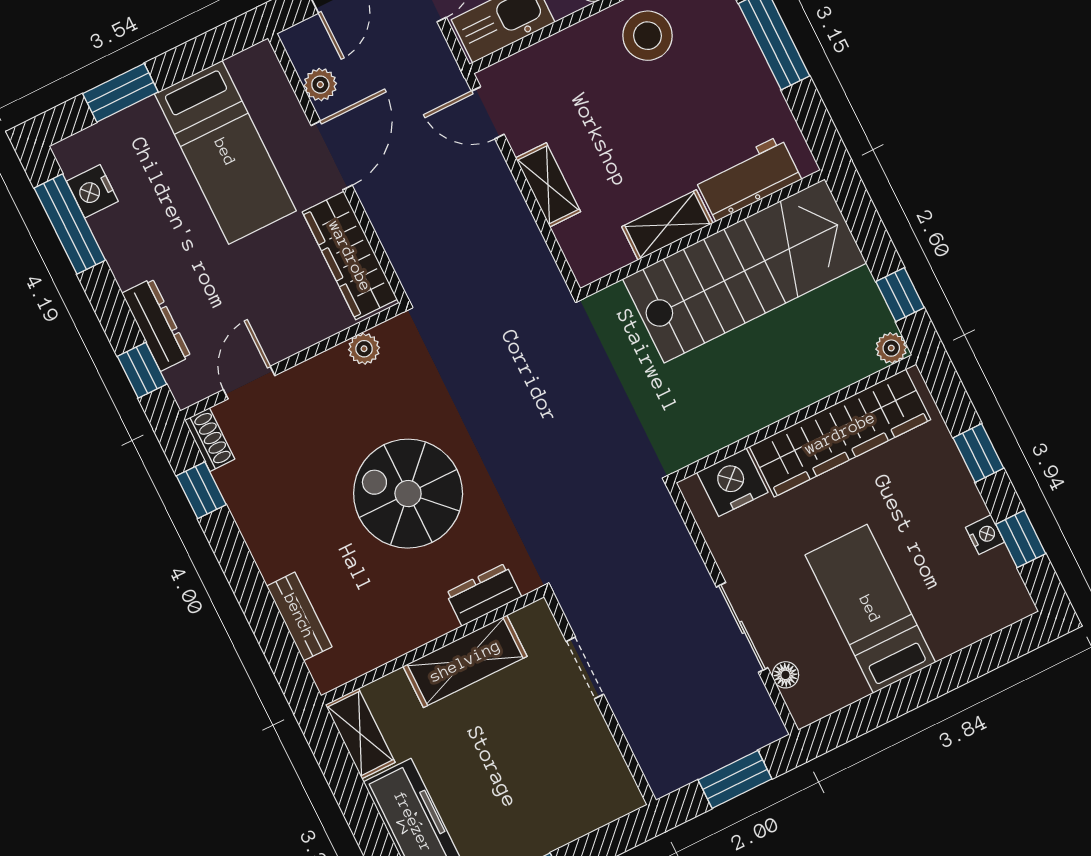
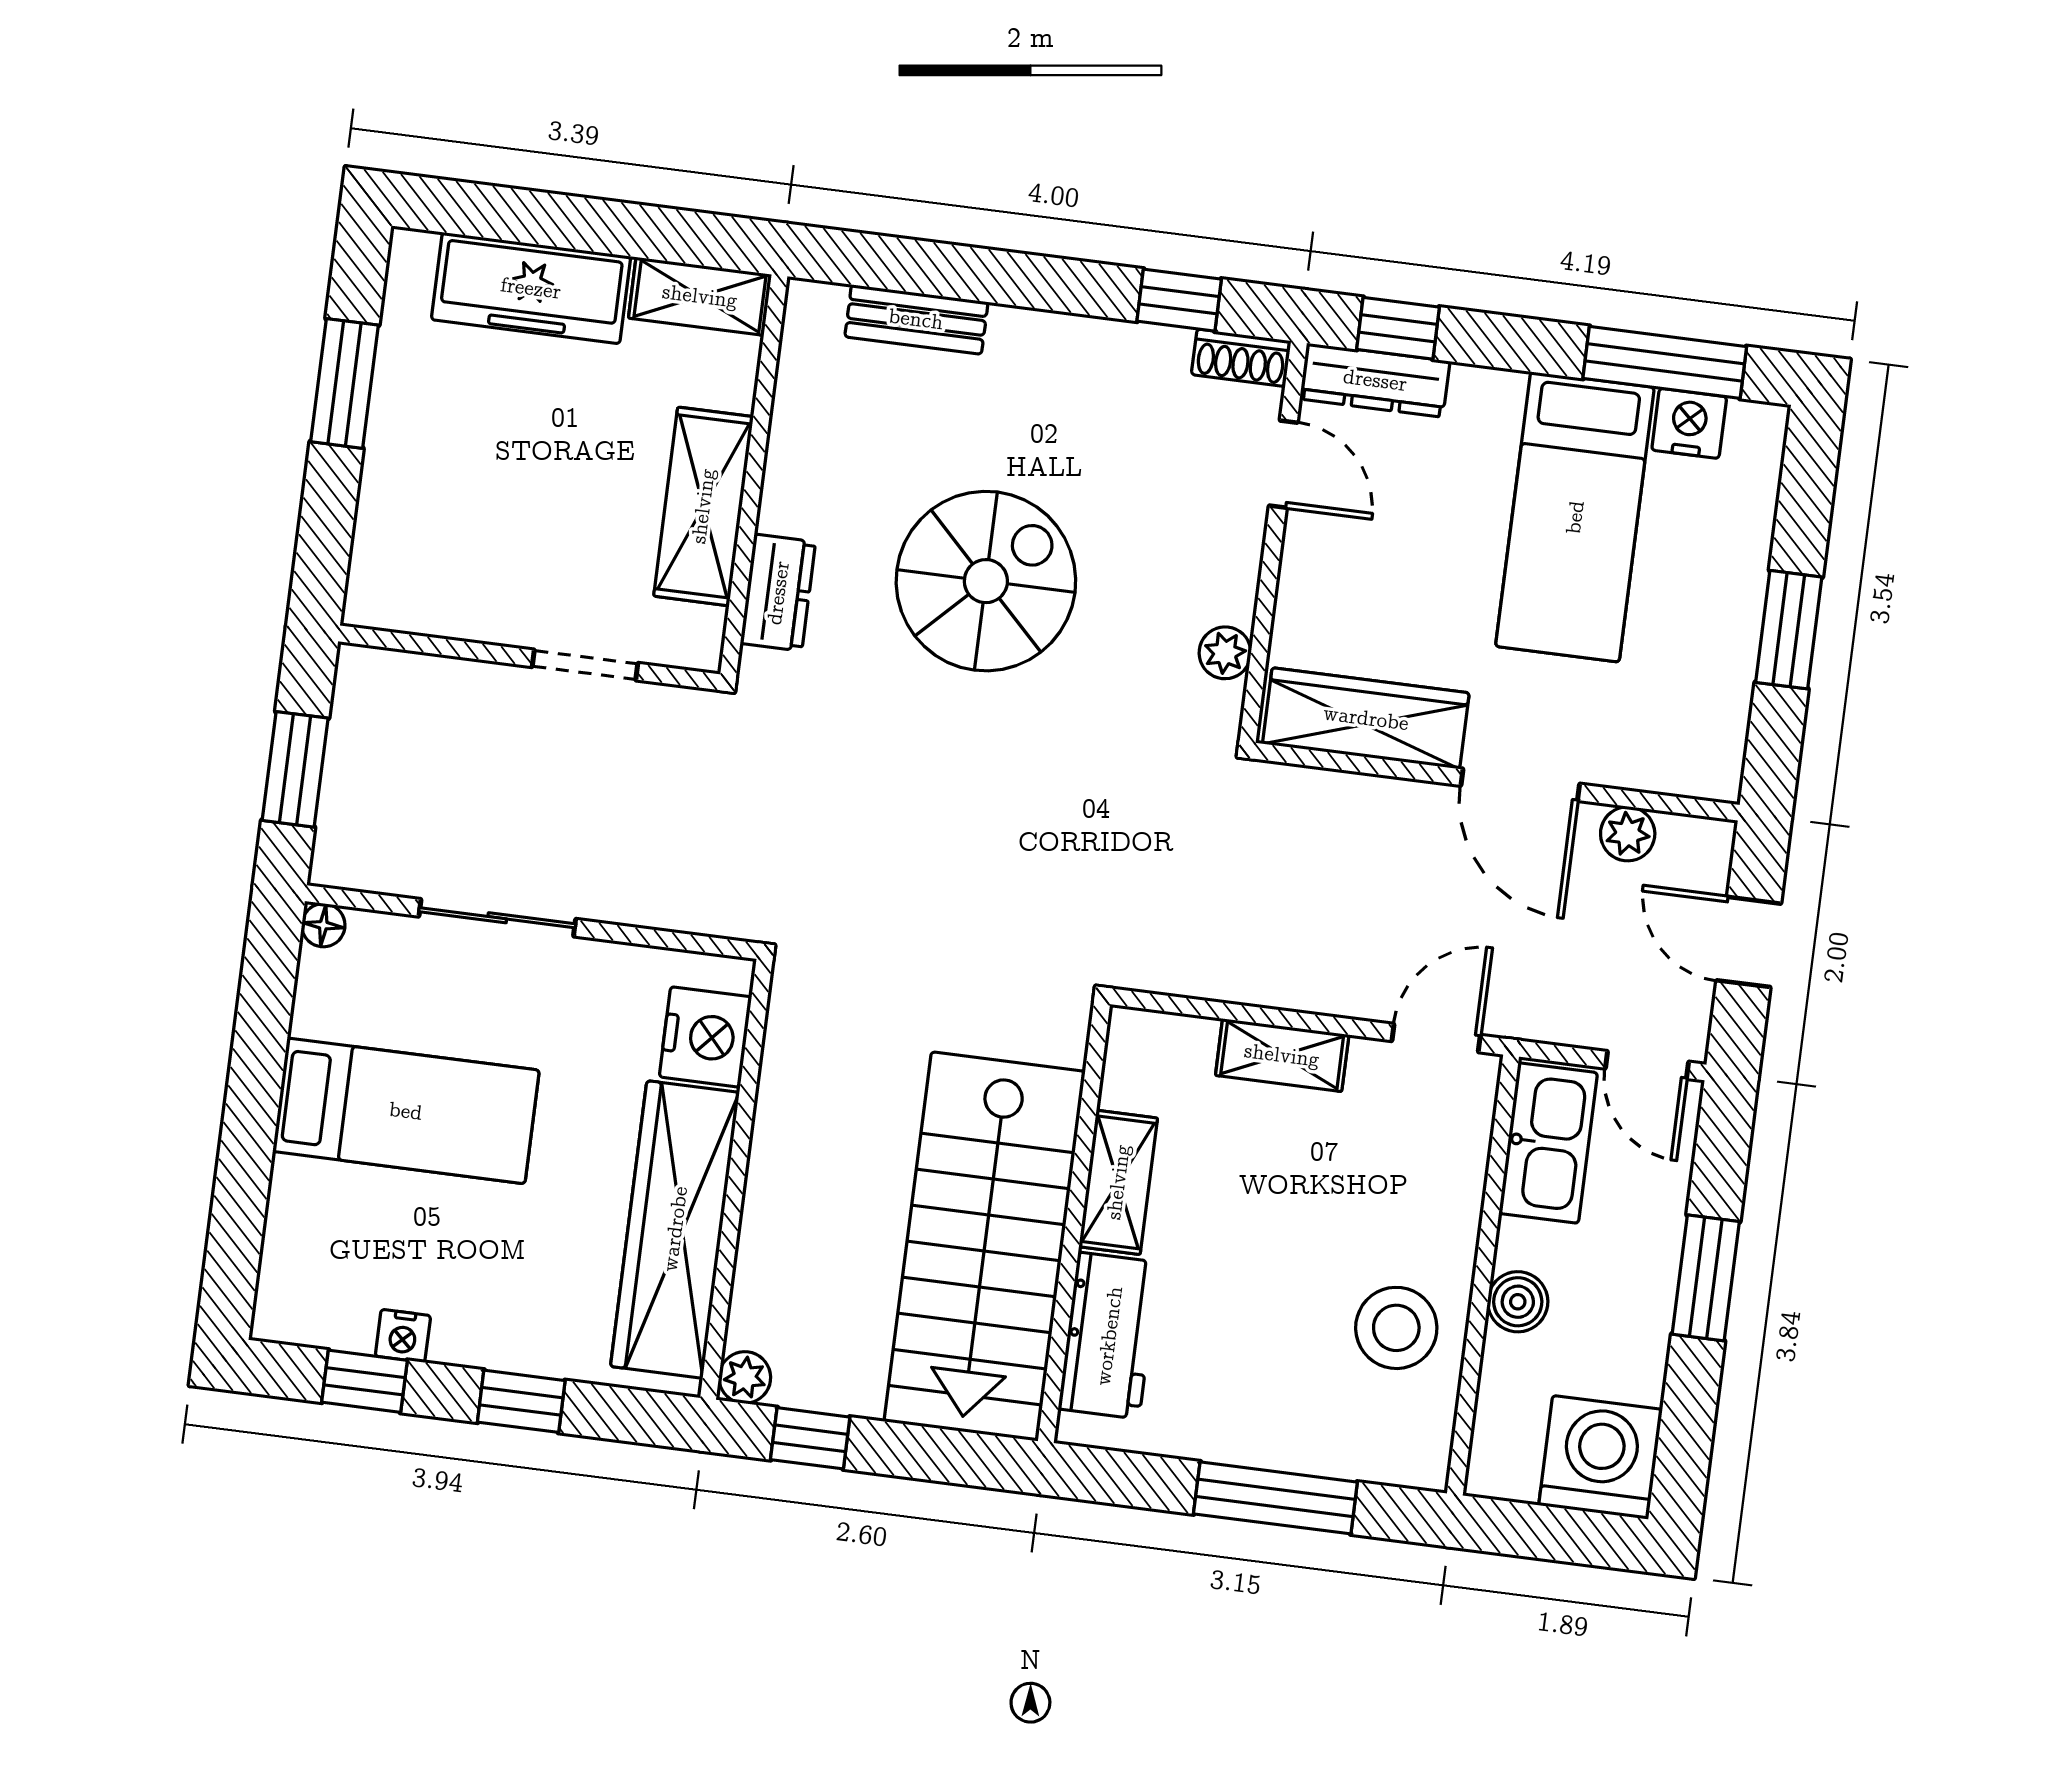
window: (120, 93) -> (1789, 630), moved
bed: (225, 152) -> (1575, 517), moved, turned -90
dresser: (156, 325) -> (1375, 380), moved
floor lamp: (785, 675) -> (323, 925), moved

